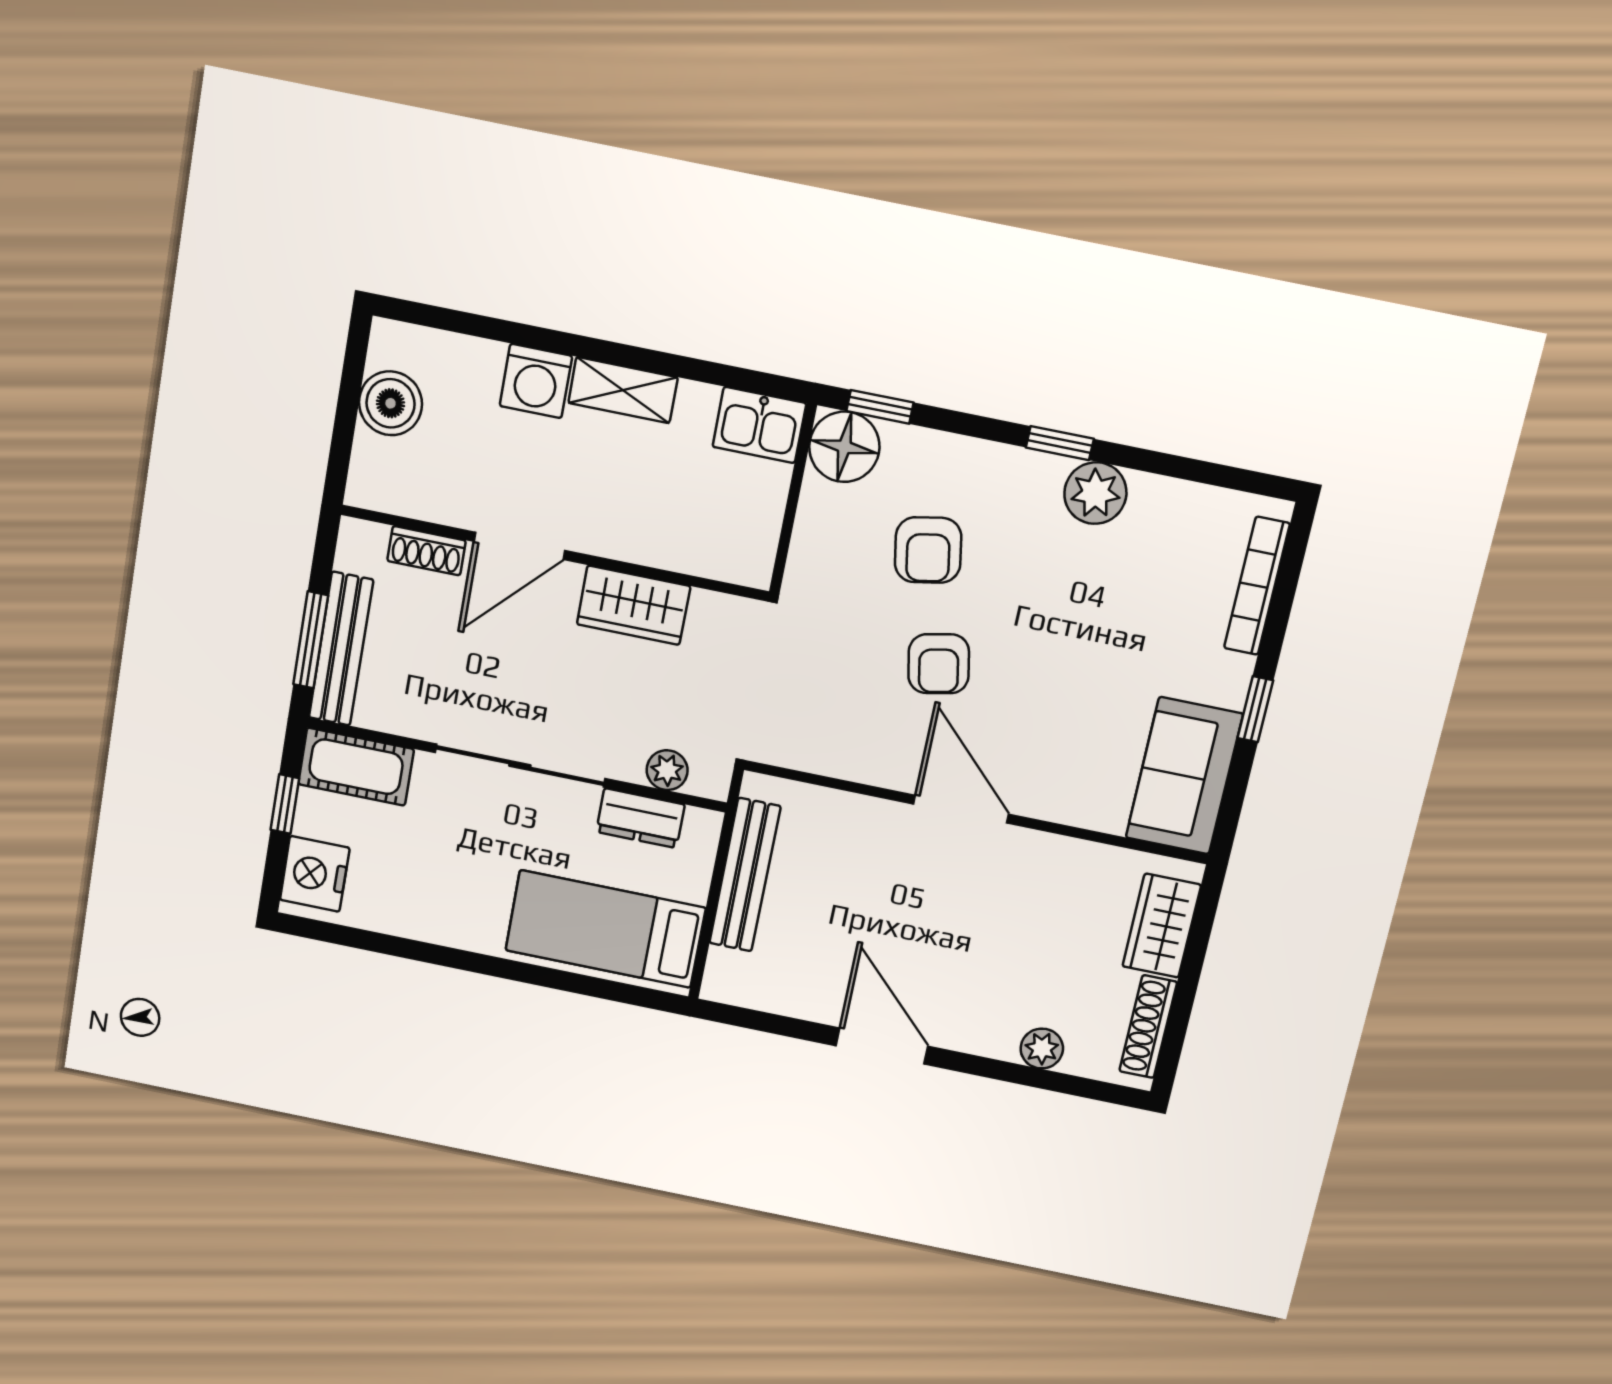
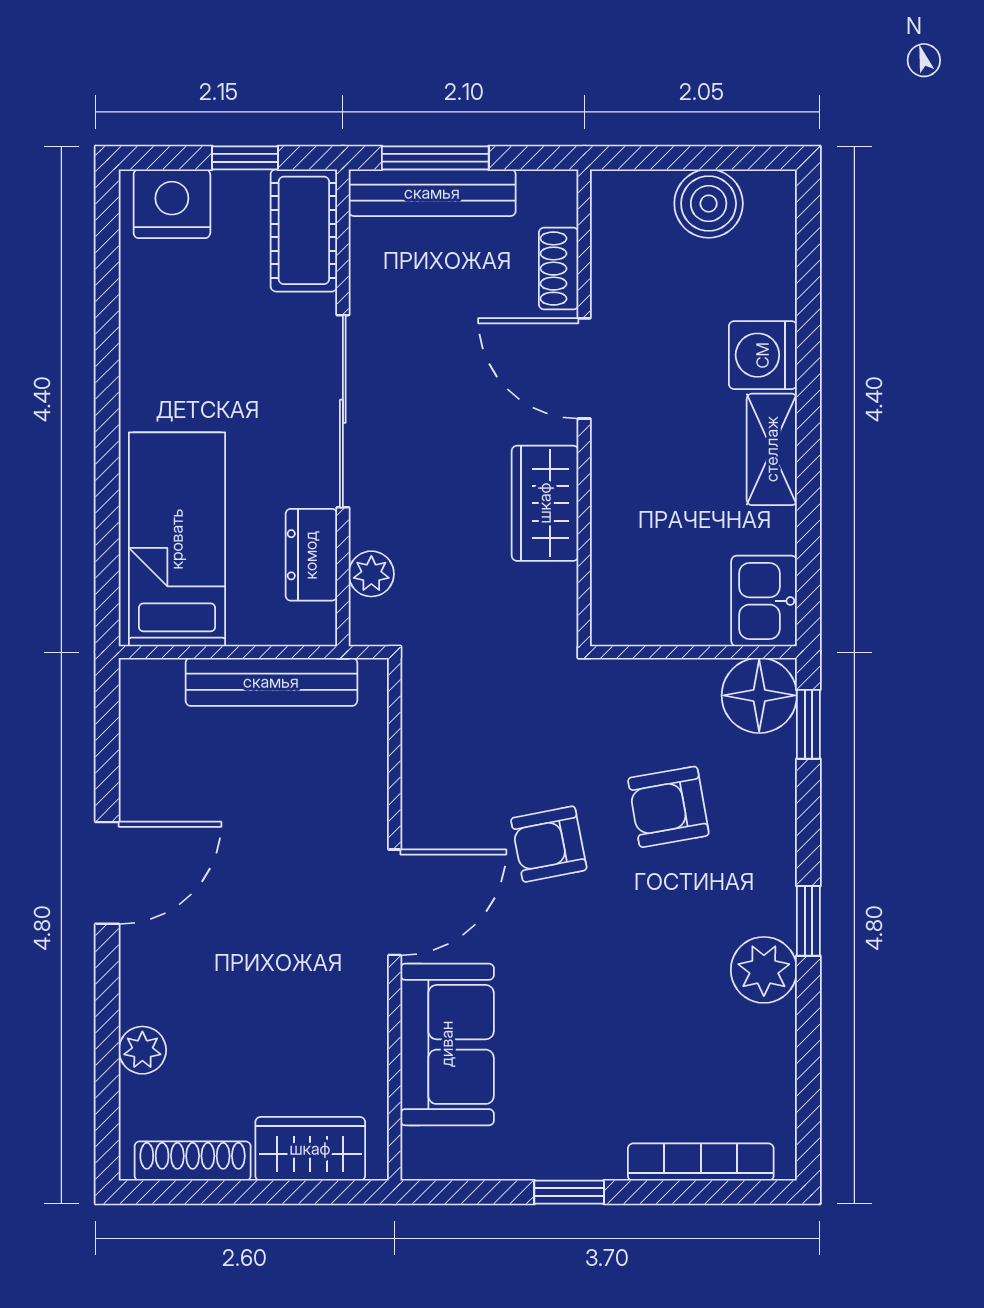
sofa: (1184, 776) -> (447, 1044), moved, turned 90

